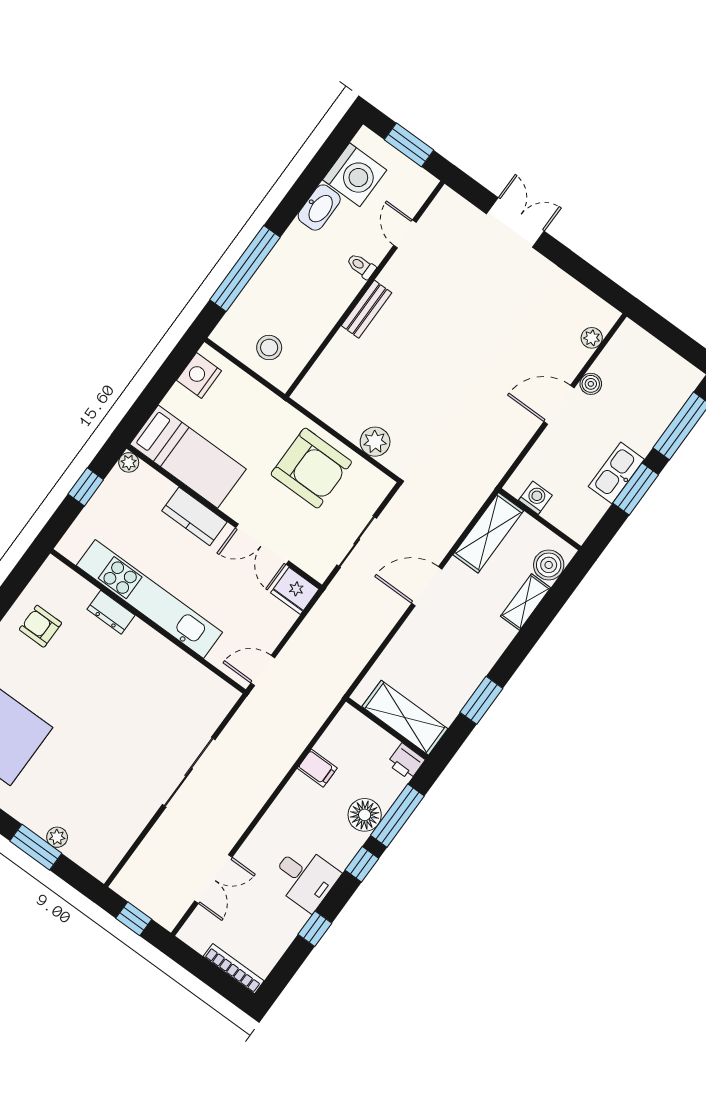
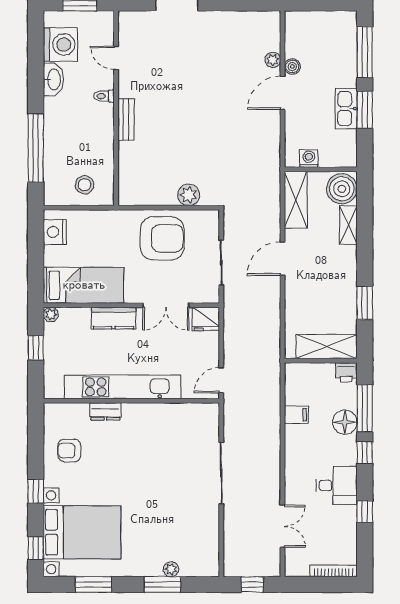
plant: (592, 338) -> (273, 60), moved
boiler: (549, 565) -> (342, 189), width x1.37, depth x1.37

